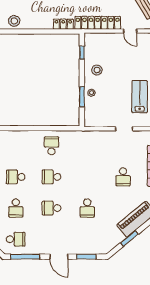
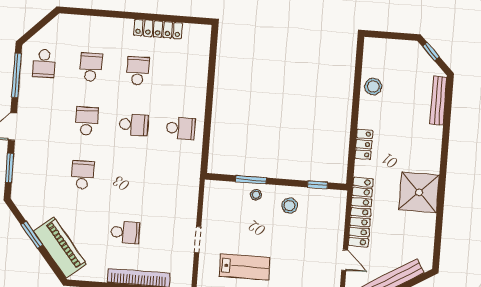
locker: (63, 24) -> (364, 144), moved
door: (130, 31) -> (345, 260), swing flipped
school desk: (52, 177) -> (134, 125), turned 90
school desk: (123, 177) -> (125, 232), turned 180
school desk: (16, 208) -> (91, 67), turned 90
school desk: (87, 208) -> (83, 175), turned 90

